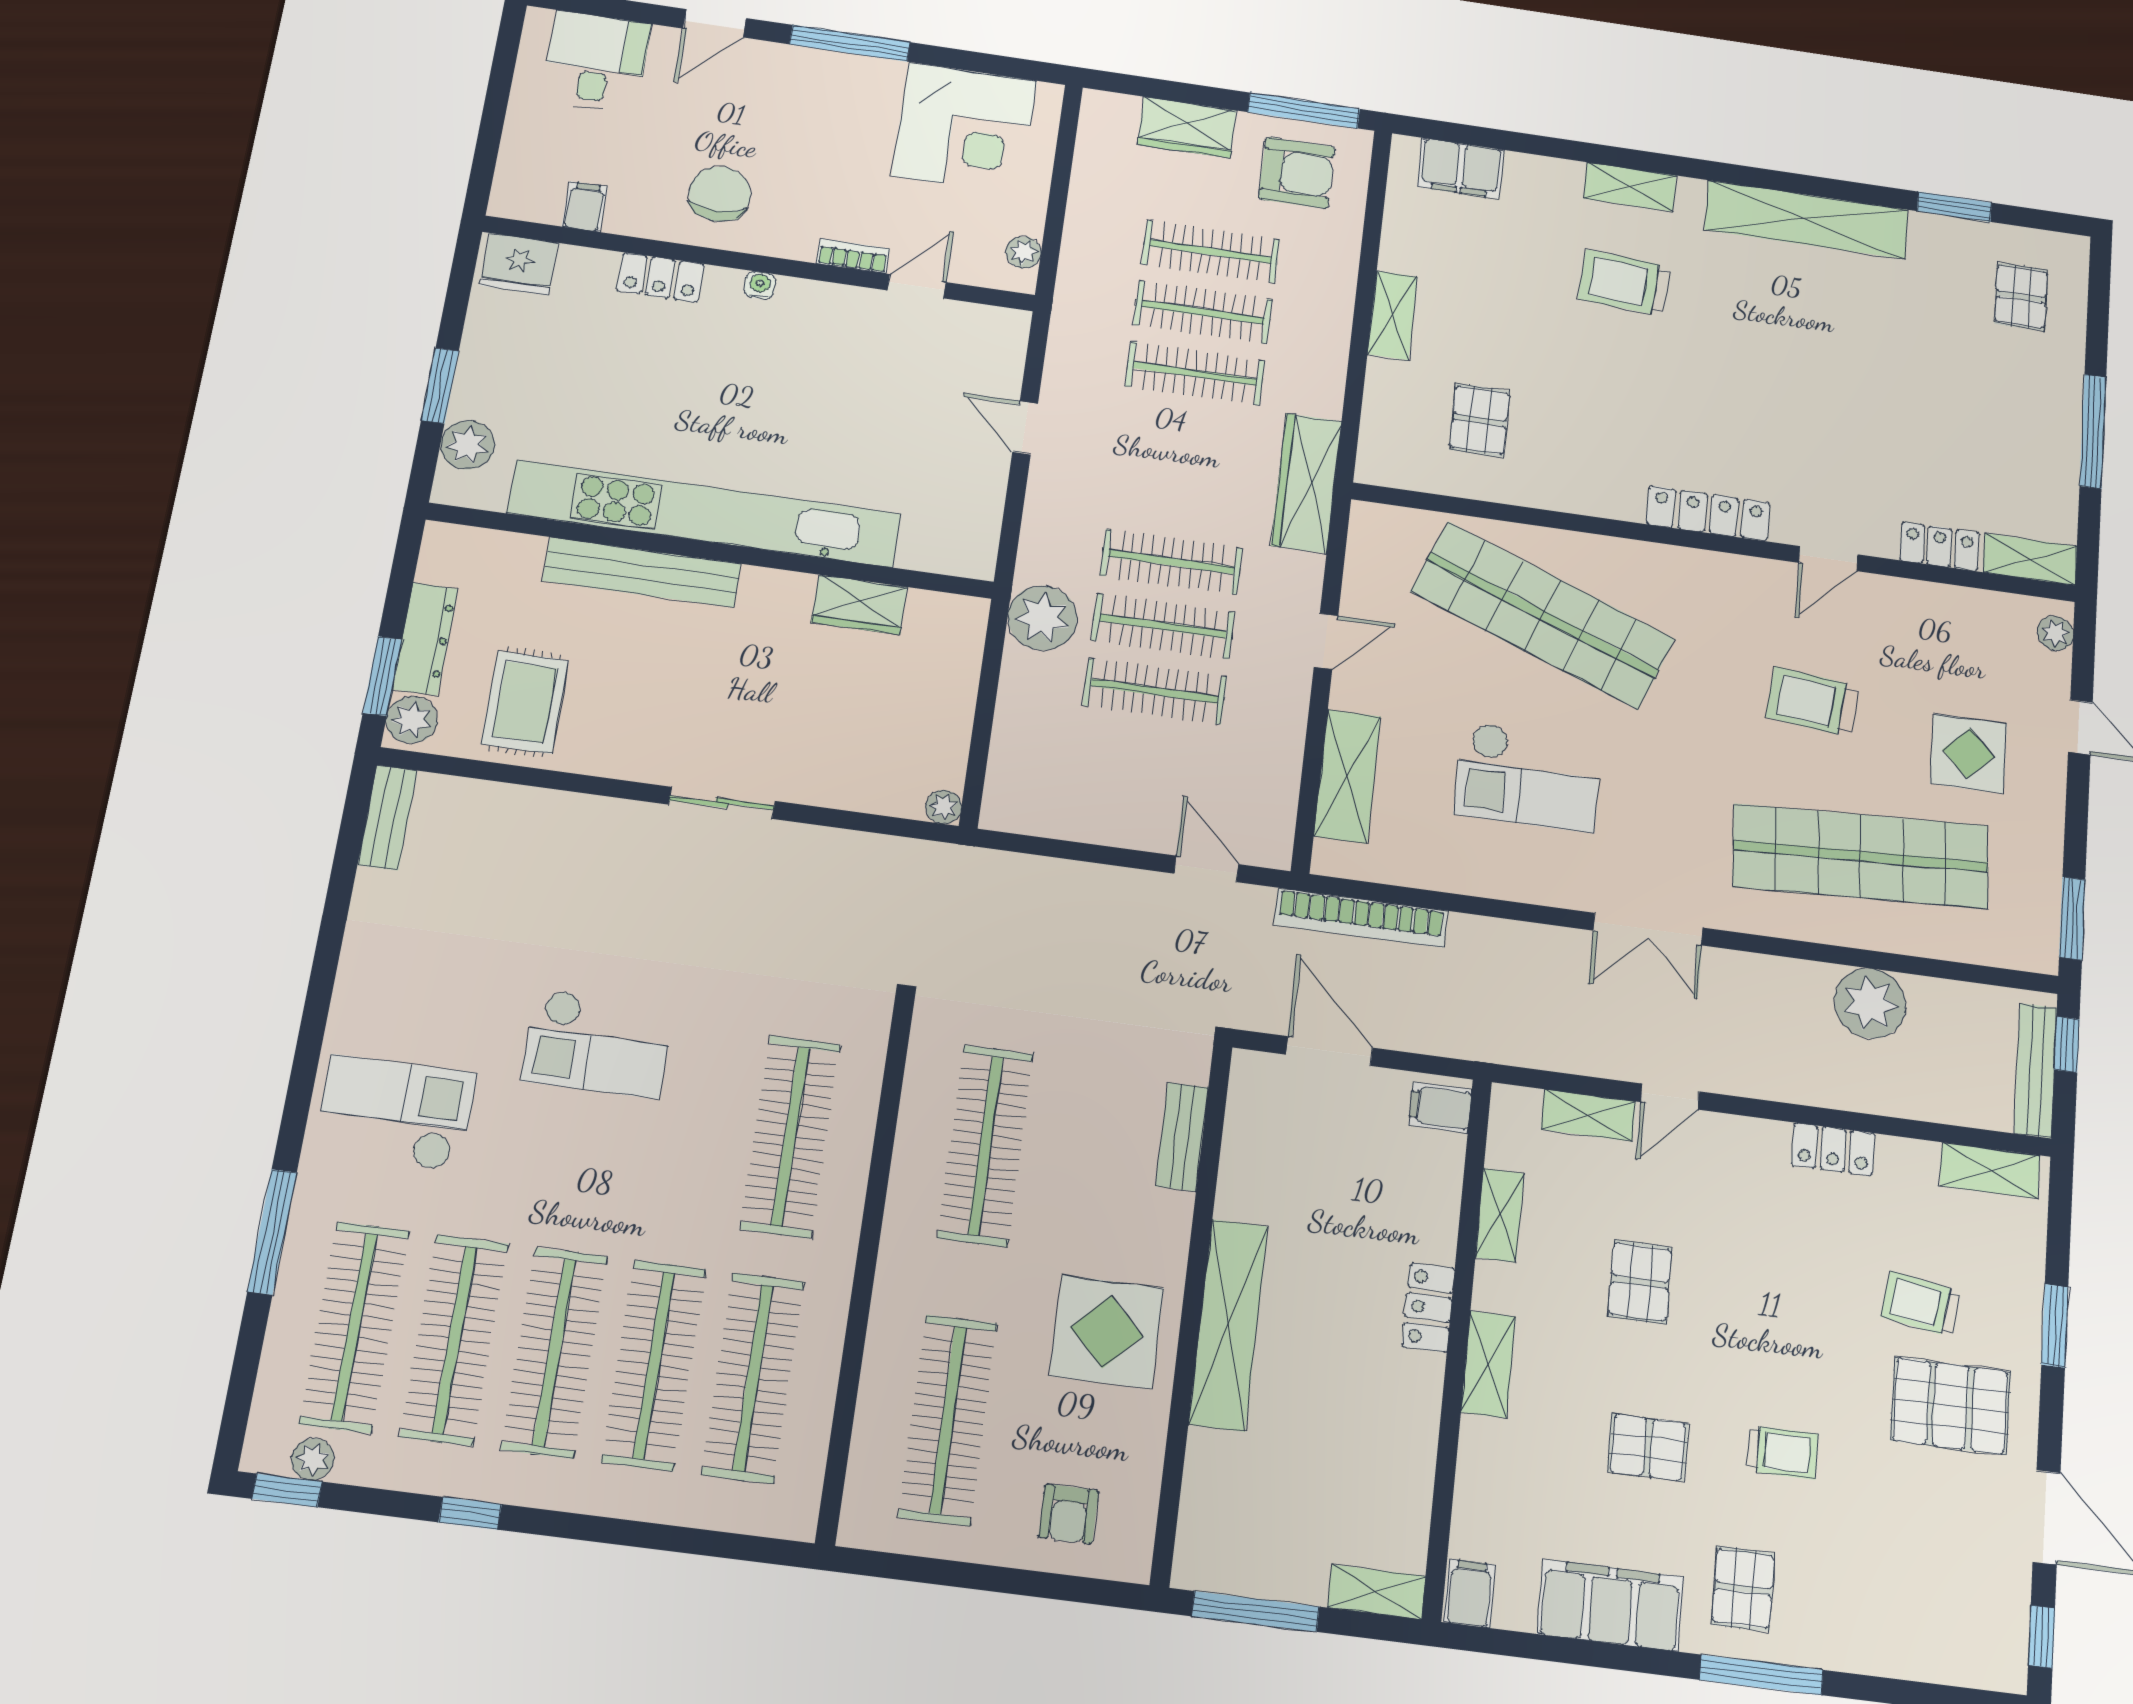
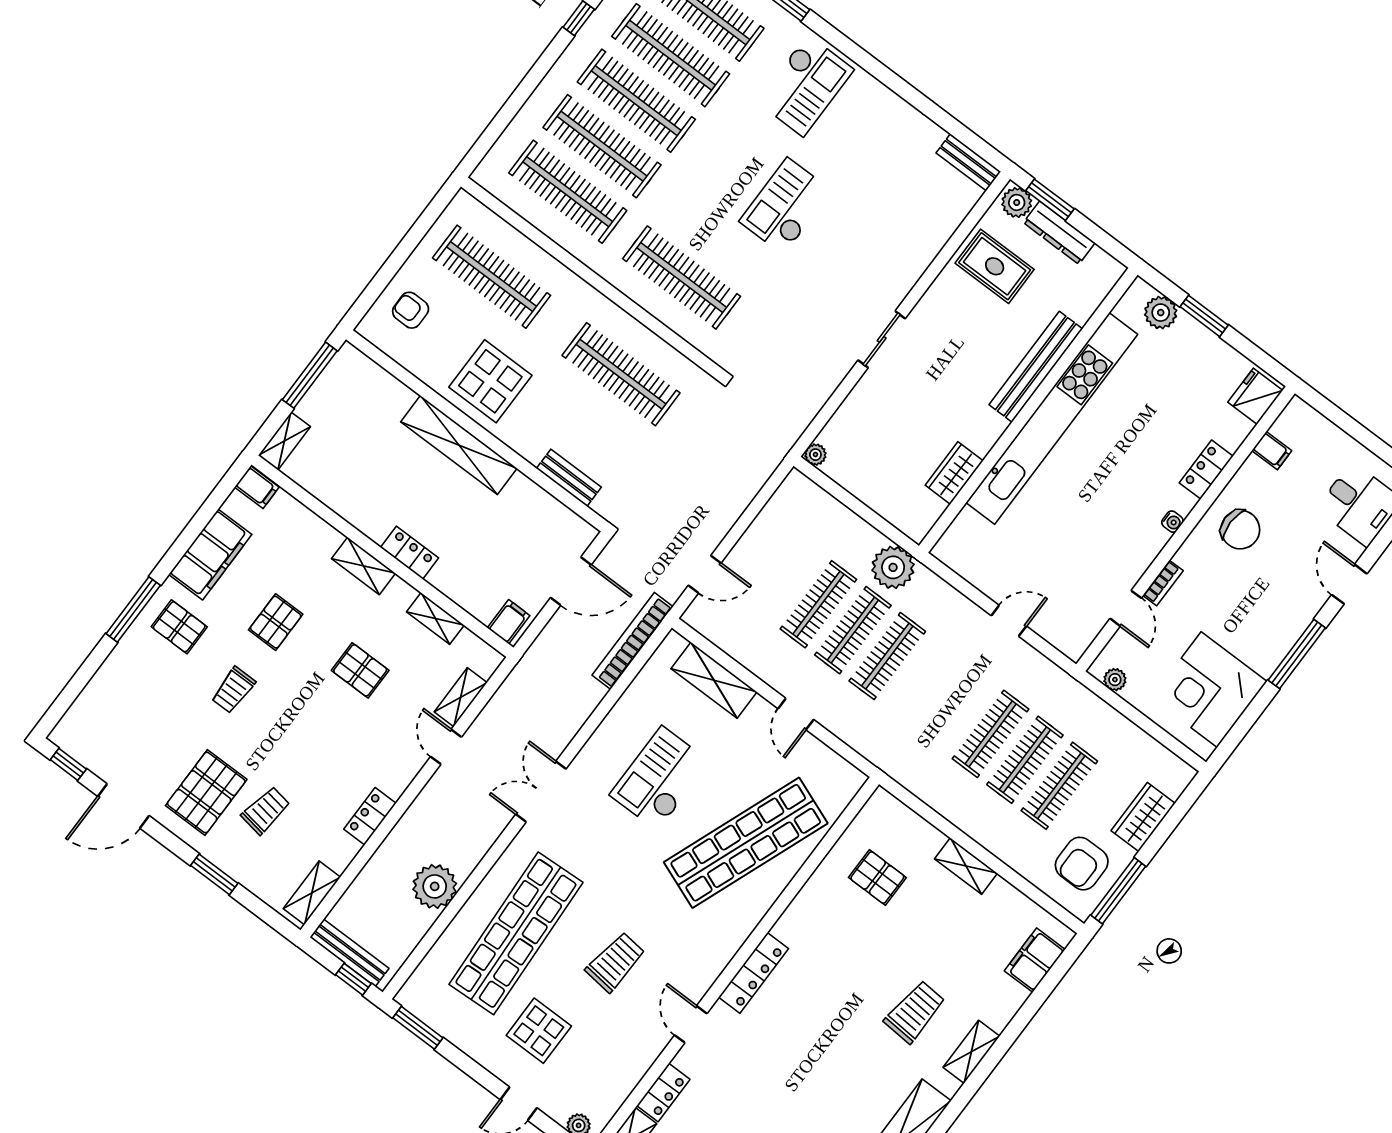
wardrobe: (1307, 483) -> (893, 758), removed

